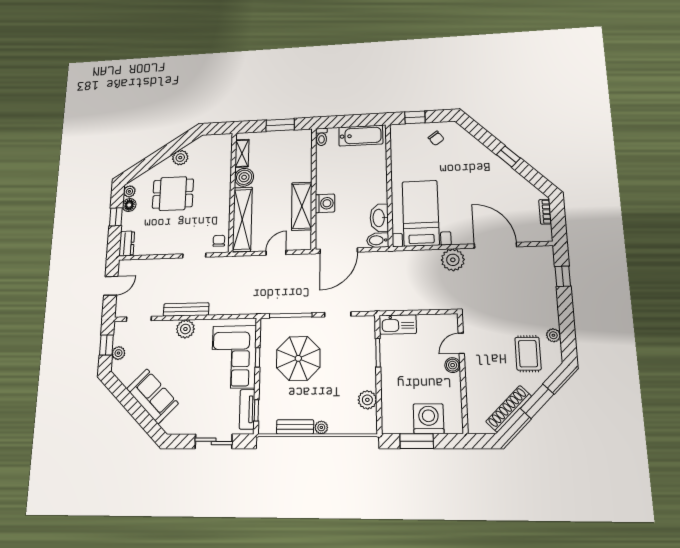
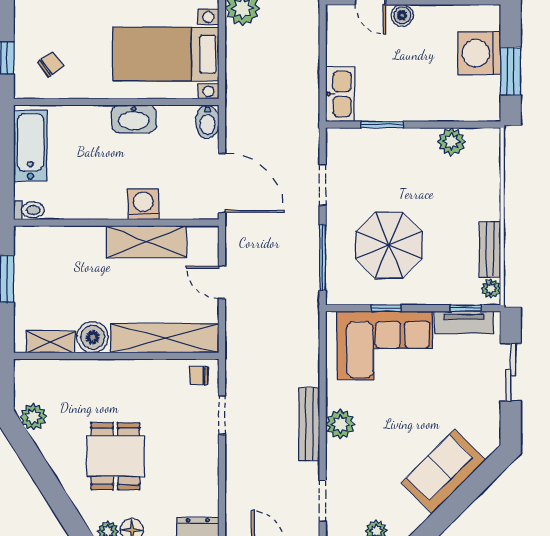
chair: (436, 138) -> (50, 64), moved
plant: (180, 158) -> (33, 417), moved
washbasin: (379, 218) -> (134, 119), moved
plant: (321, 427) -> (491, 288), moved

